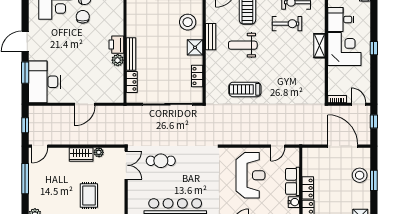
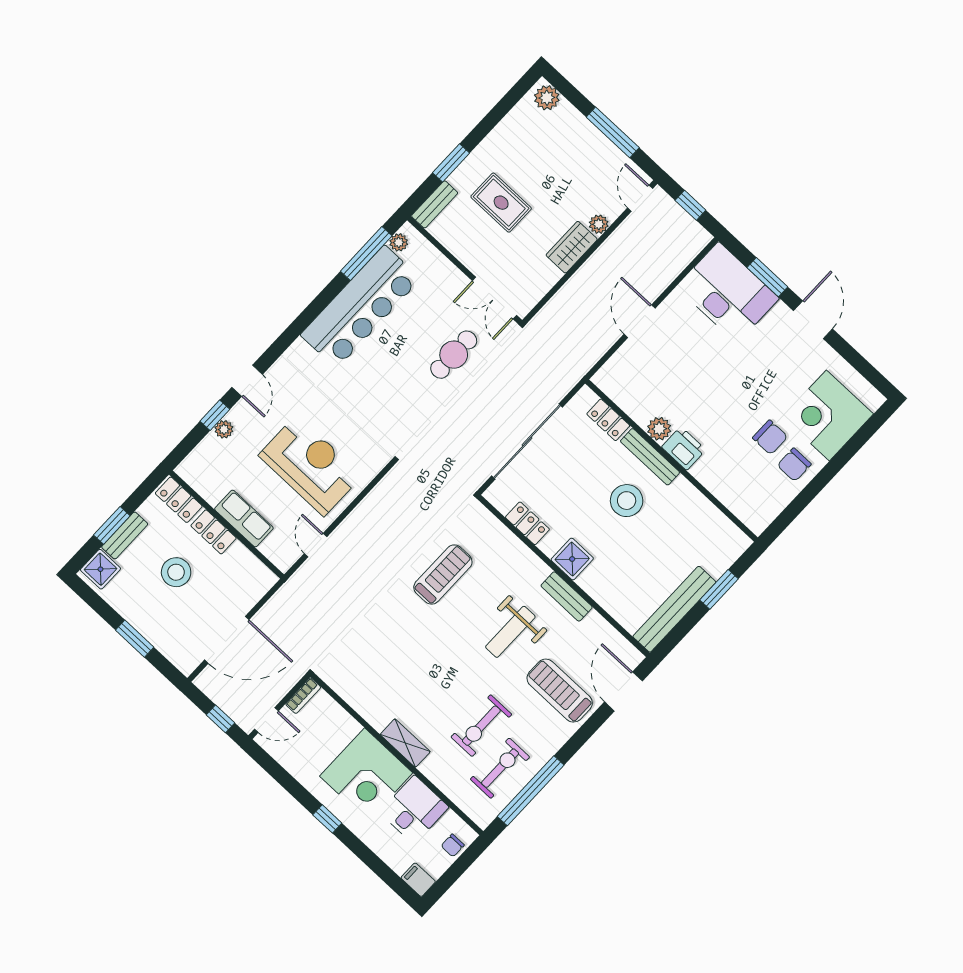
stool: (188, 22) -> (627, 501), moved
weight bench: (243, 45) -> (510, 632), turned 180
plant: (99, 152) -> (599, 224), moved
reception desk: (250, 175) -> (310, 465), turned 180
stool: (360, 175) -> (176, 572), moved
water cooler: (294, 202) -> (212, 492), removed

